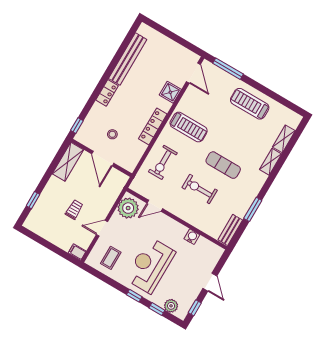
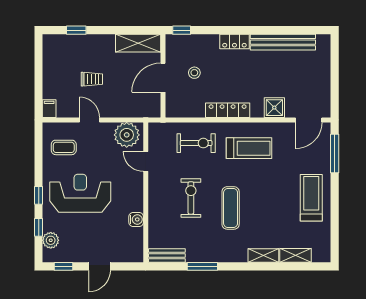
treadmill: (189, 127) -> (249, 148), turned -90
exercise bike: (163, 162) -> (196, 143), turned 180

